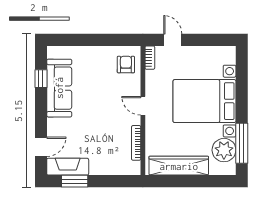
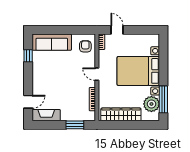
sofa: (59, 88) -> (52, 42), moved, turned 90
window: (75, 181) -> (75, 125), moved

